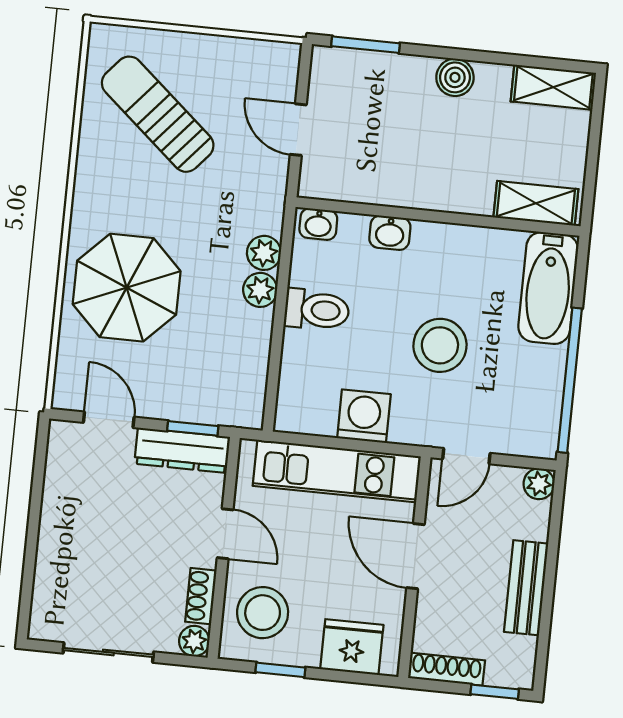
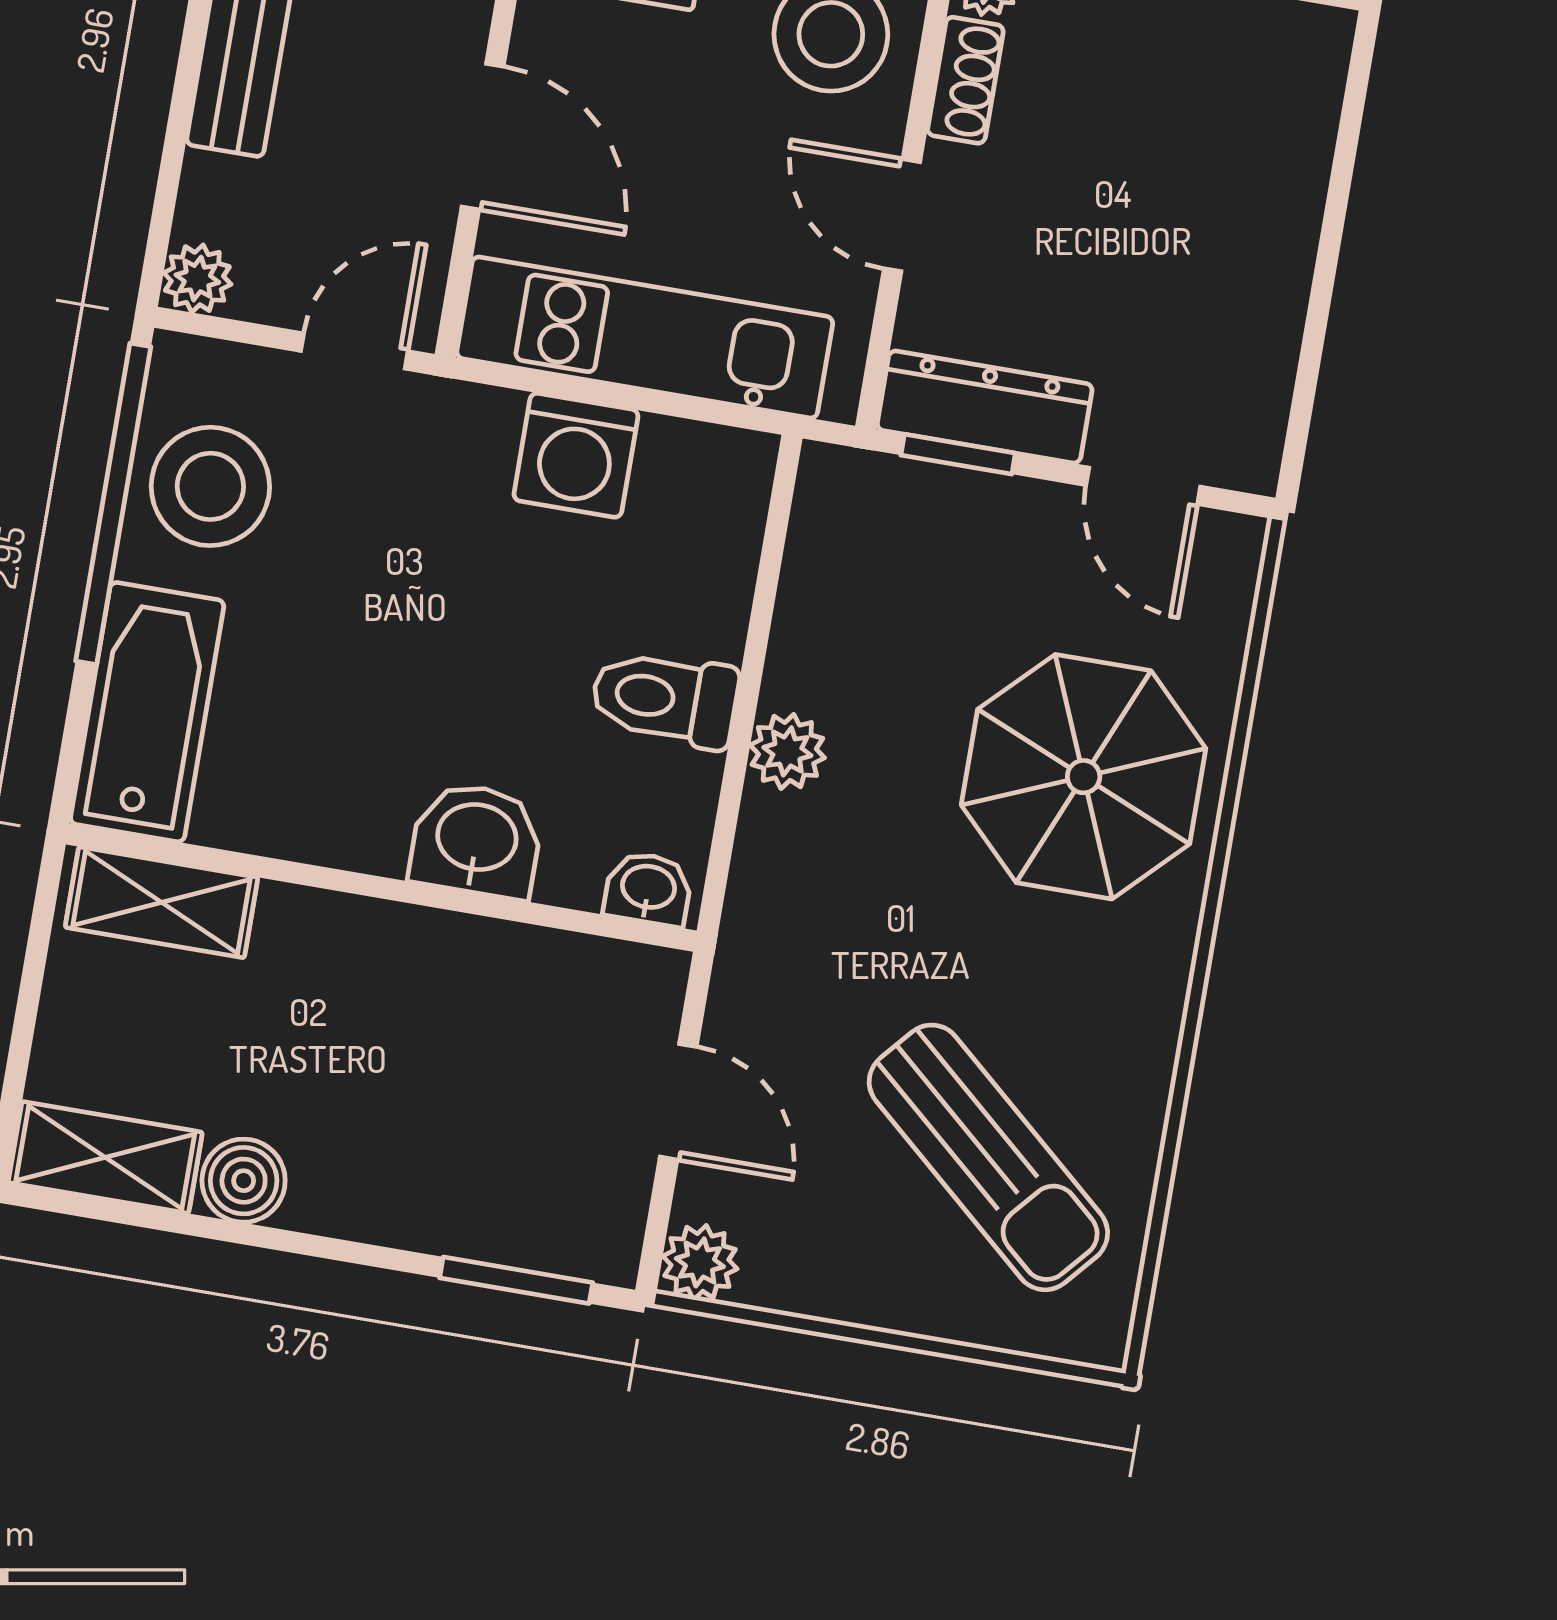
boiler: (455, 77) -> (244, 1181), moved
washbasin: (390, 233) -> (476, 840), width x1.38, depth x1.45
plant: (264, 253) -> (700, 1262), moved
stool: (440, 345) -> (210, 486), moved

